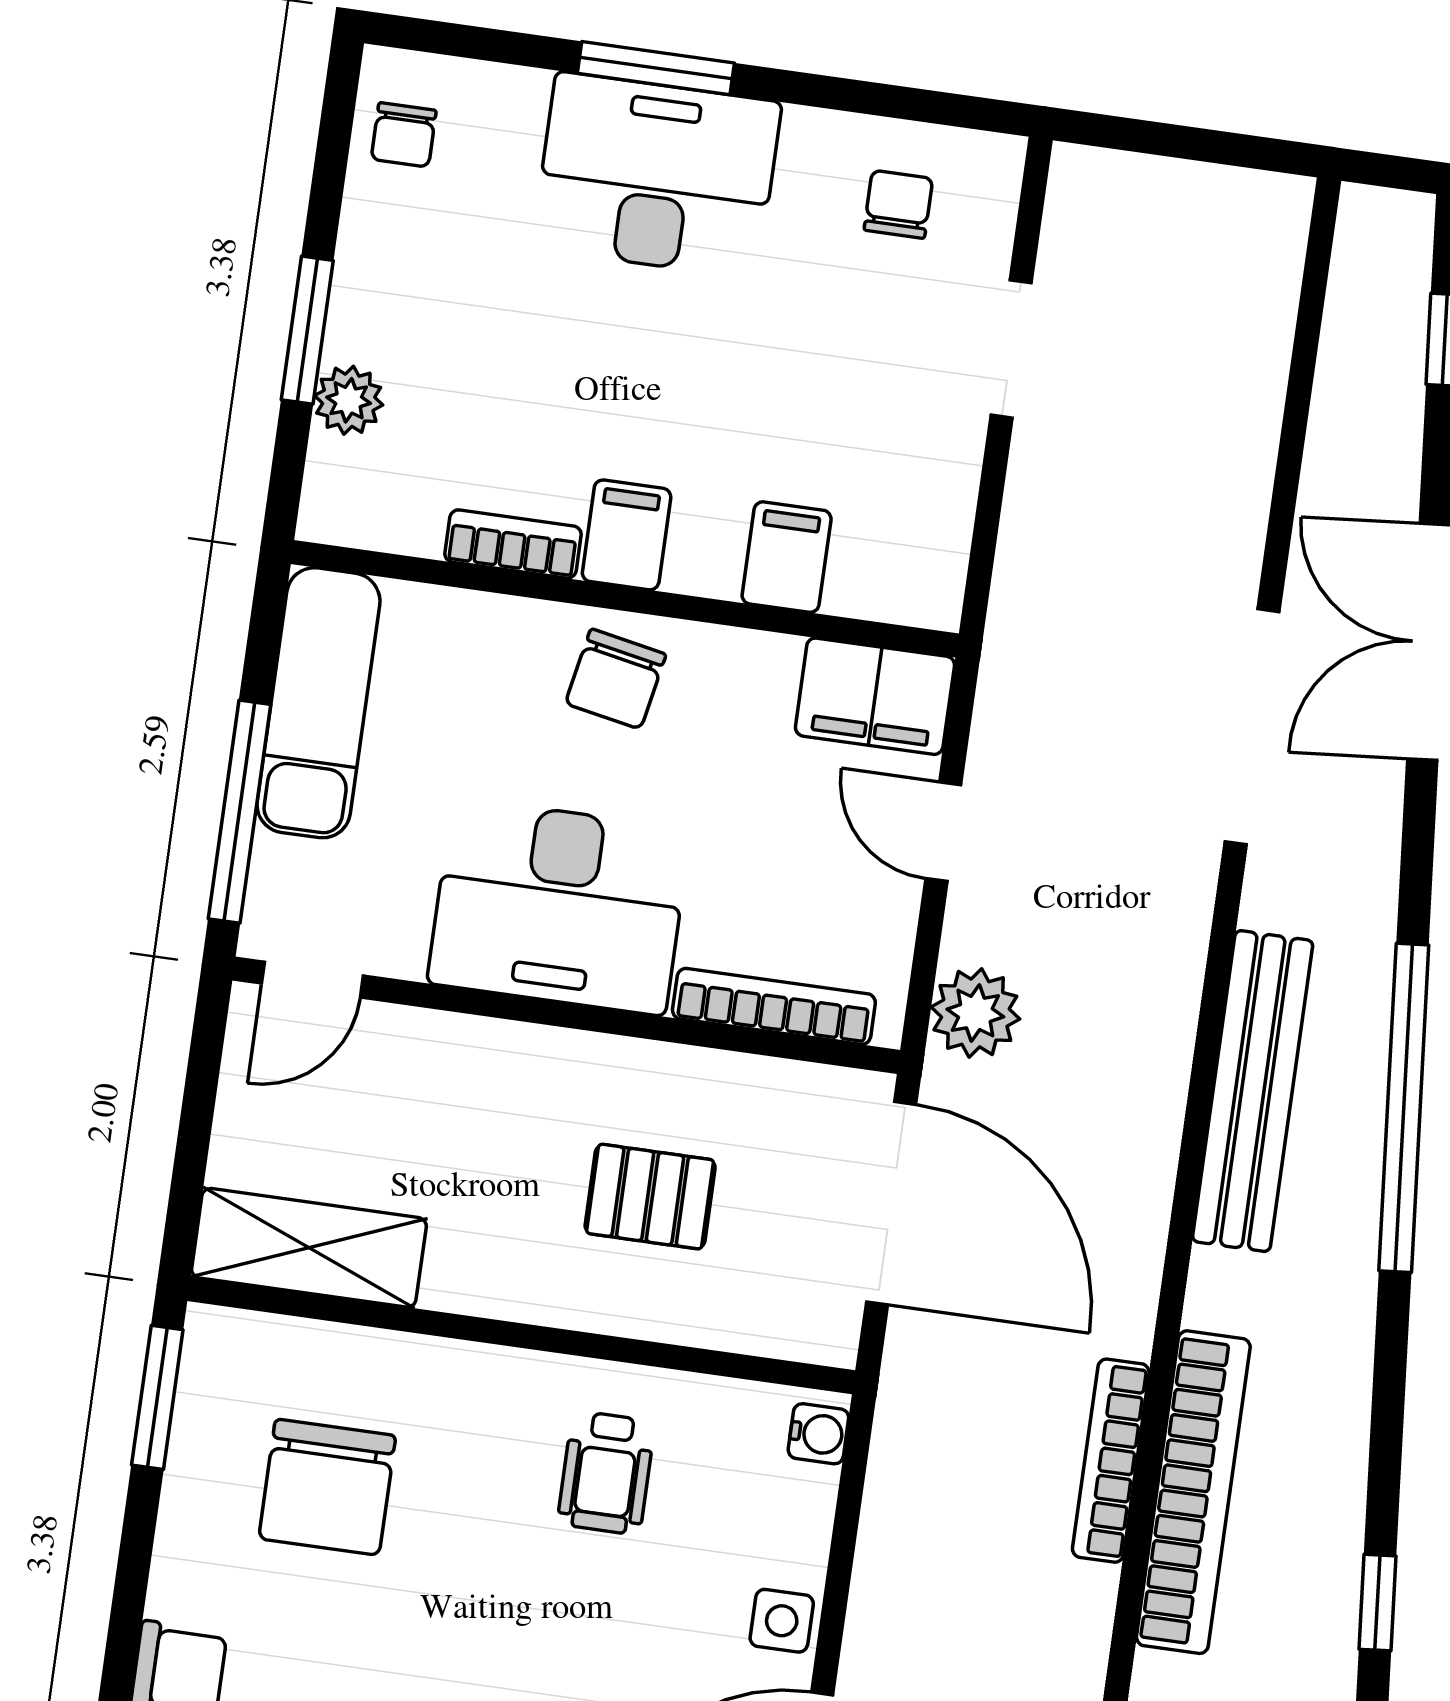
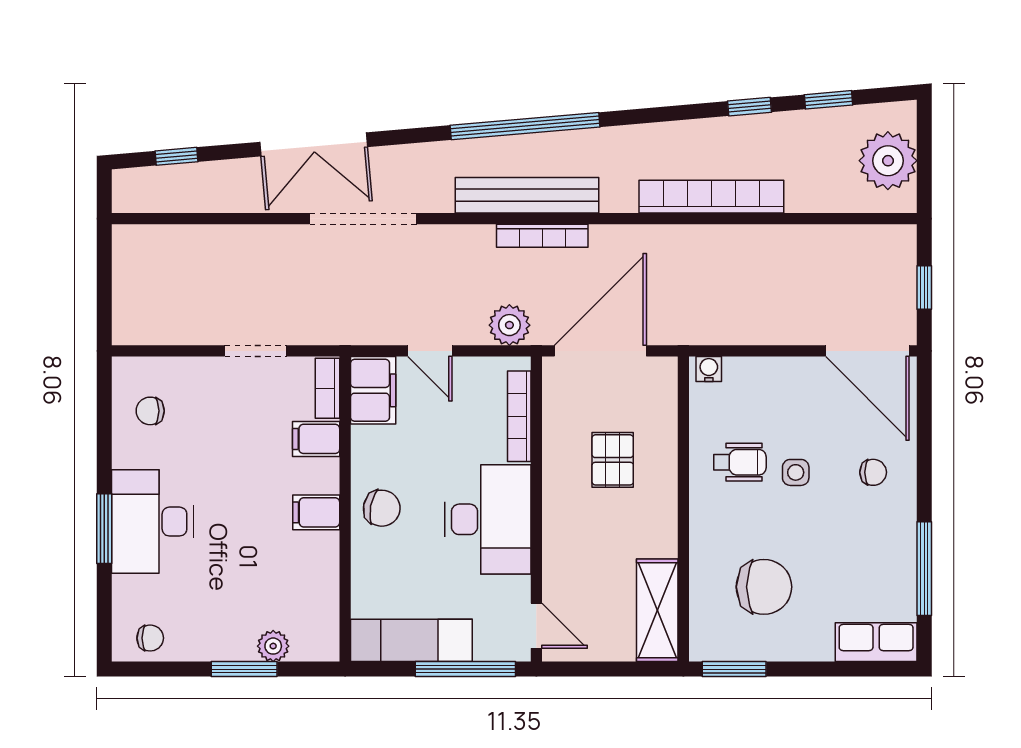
doorway: (1011, 349) -> (256, 351), moved
bookcase: (513, 544) -> (328, 388), moved
door: (943, 832) -> (430, 351), hinge flipped
bookcase: (1111, 1461) -> (542, 236), moved
side table: (782, 1621) -> (796, 472), moved

